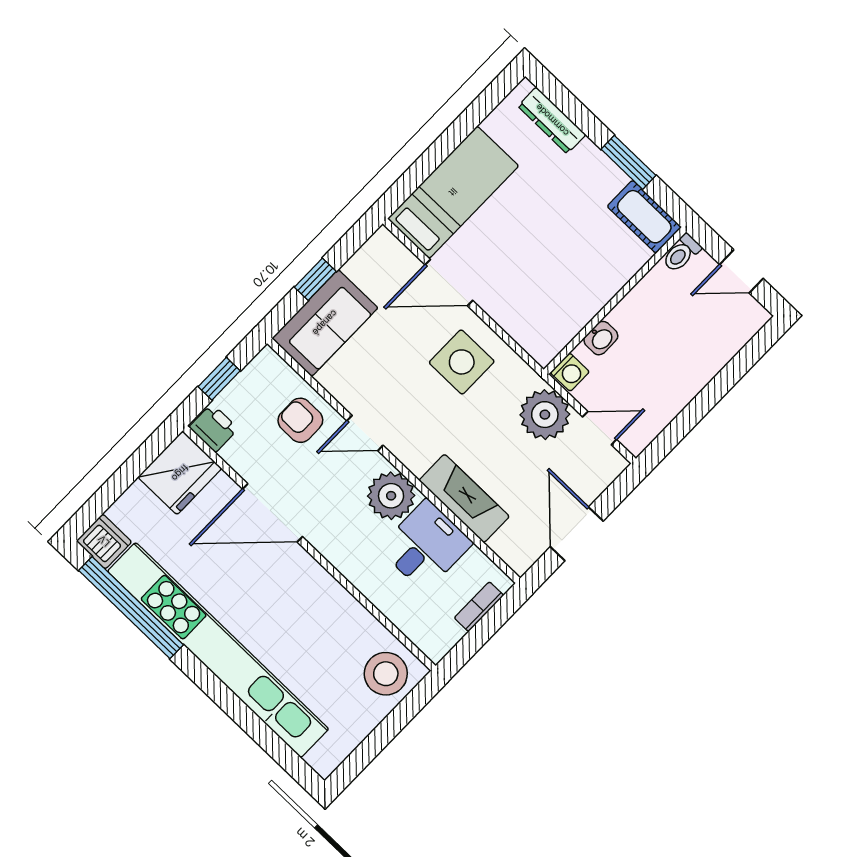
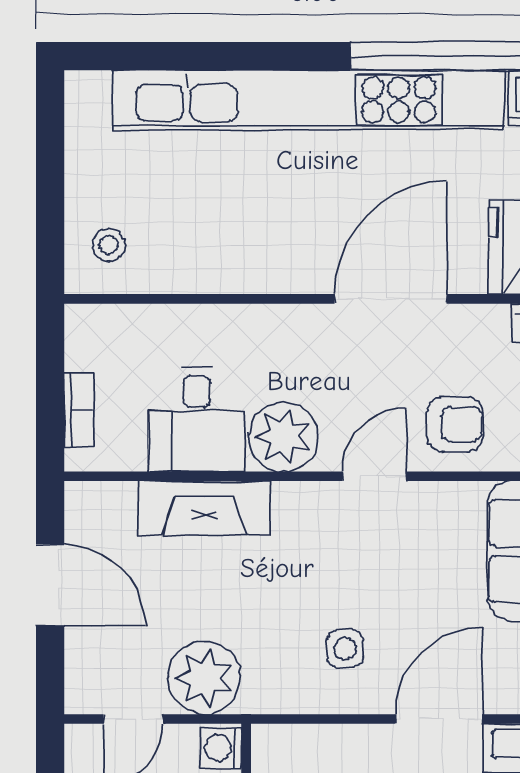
side table: (462, 362) -> (345, 649), width x0.54, depth x0.54
stool: (386, 674) -> (109, 245), width x0.53, depth x0.53

